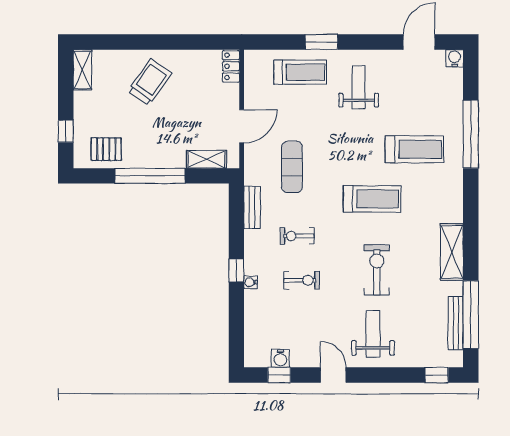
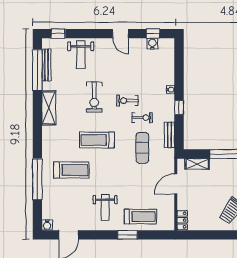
treadmill: (300, 72) -> (140, 217), turned 180
treadmill: (414, 149) -> (71, 170), turned 180
exercise mat: (292, 167) -> (142, 148), moved
window: (236, 270) -> (179, 108), moved
exercise bike: (302, 280) -> (127, 101), moved
weight bench: (373, 334) -> (81, 55), moved

